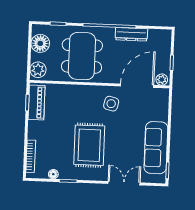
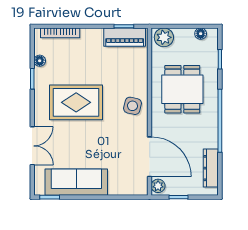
dresser: (131, 34) -> (211, 168), moved
floor lamp: (40, 43) -> (201, 34), width x0.53, depth x0.53
dining table: (82, 56) -> (182, 89), width x0.73
side table: (111, 104) -> (133, 106), moved

